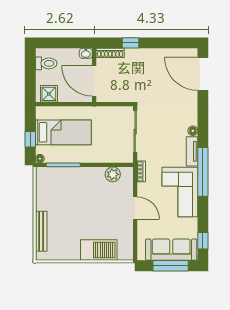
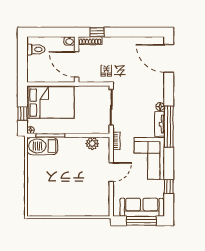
window: (130, 43) -> (97, 32), moved
shower: (49, 94) -> (38, 75), removed
bed: (63, 132) -> (50, 103), width x1.50
window: (203, 172) -> (169, 127), moved
door: (135, 208) -> (111, 172), hinge flipped
bench: (41, 231) -> (32, 192), removed
window: (203, 241) -> (169, 186), moved
barbecue: (99, 250) -> (42, 146), moved, turned 180

